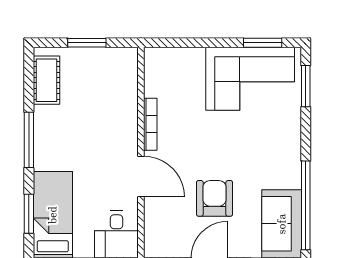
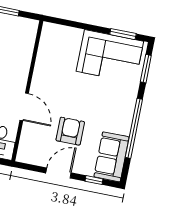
bookcase: (150, 124) -> (37, 73), removed
window: (306, 205) -> (134, 128), moved

